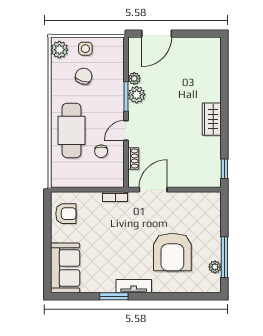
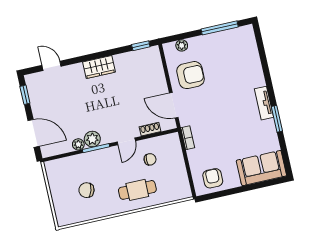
window: (200, 34) -> (25, 95), added
side table: (85, 49) -> (62, 194), removed
plant: (59, 50) -> (68, 217), removed
door: (224, 69) -> (52, 66), added
cafe table: (72, 130) -> (137, 190), width x0.73, depth x0.74
door: (126, 130) -> (126, 141), hinge flipped
armchair: (172, 252) -> (191, 75), moved, width x0.73, depth x0.73
plant: (215, 267) -> (182, 45), moved

